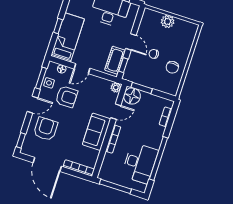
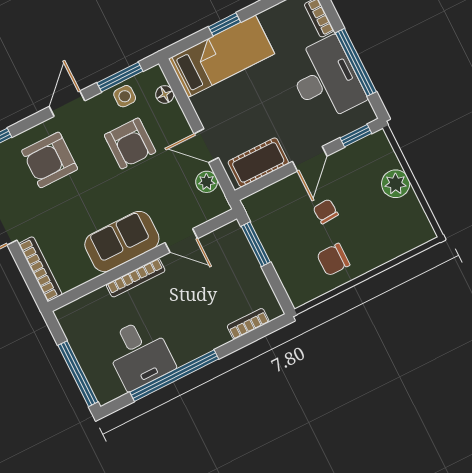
window: (123, 65) -> (356, 136), moved
door: (82, 69) -> (206, 146), moved
plant: (116, 87) -> (207, 182), moved
floor lamp: (132, 96) -> (229, 242), removed
door: (32, 105) -> (67, 104), swing flipped
armchair: (46, 129) -> (50, 160), turned 180
desk: (140, 163) -> (139, 354), width x0.73
window: (115, 186) -> (78, 374), moved

